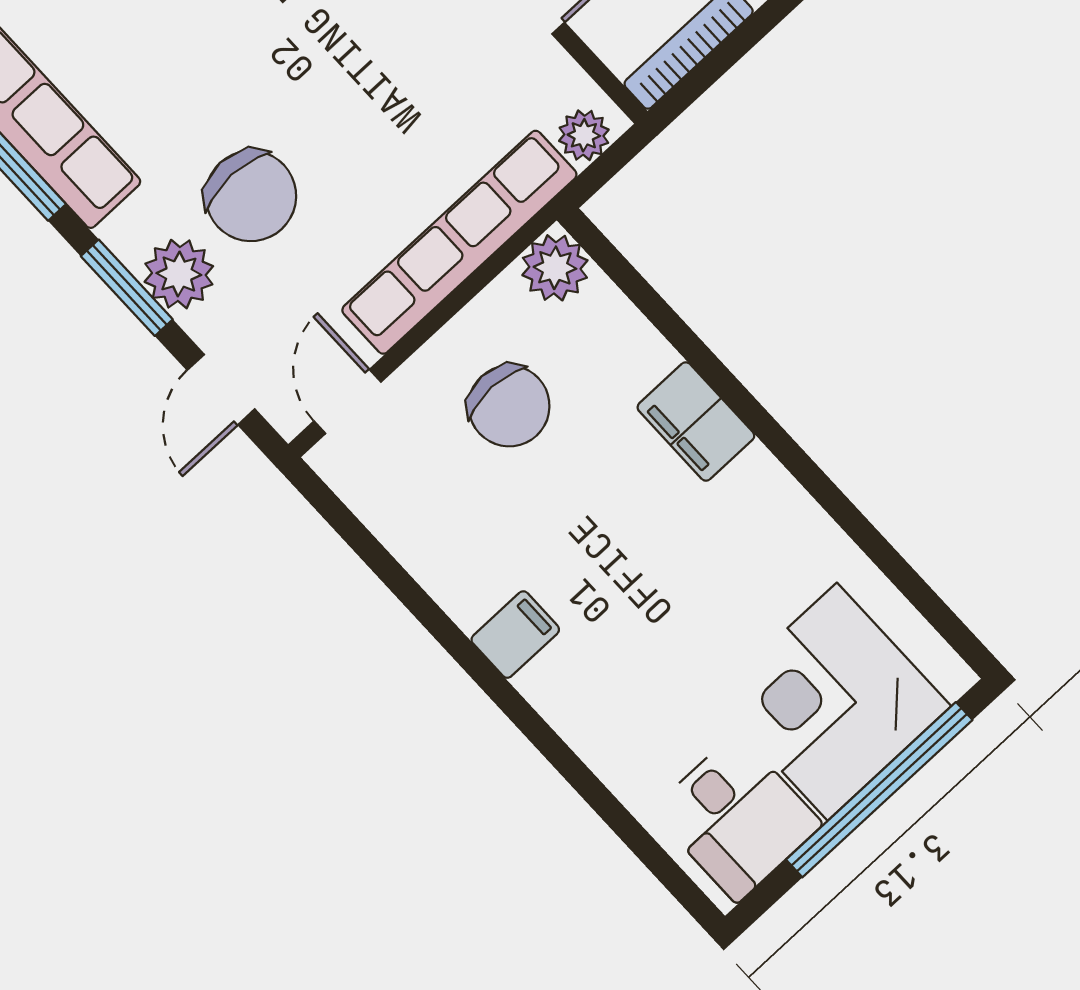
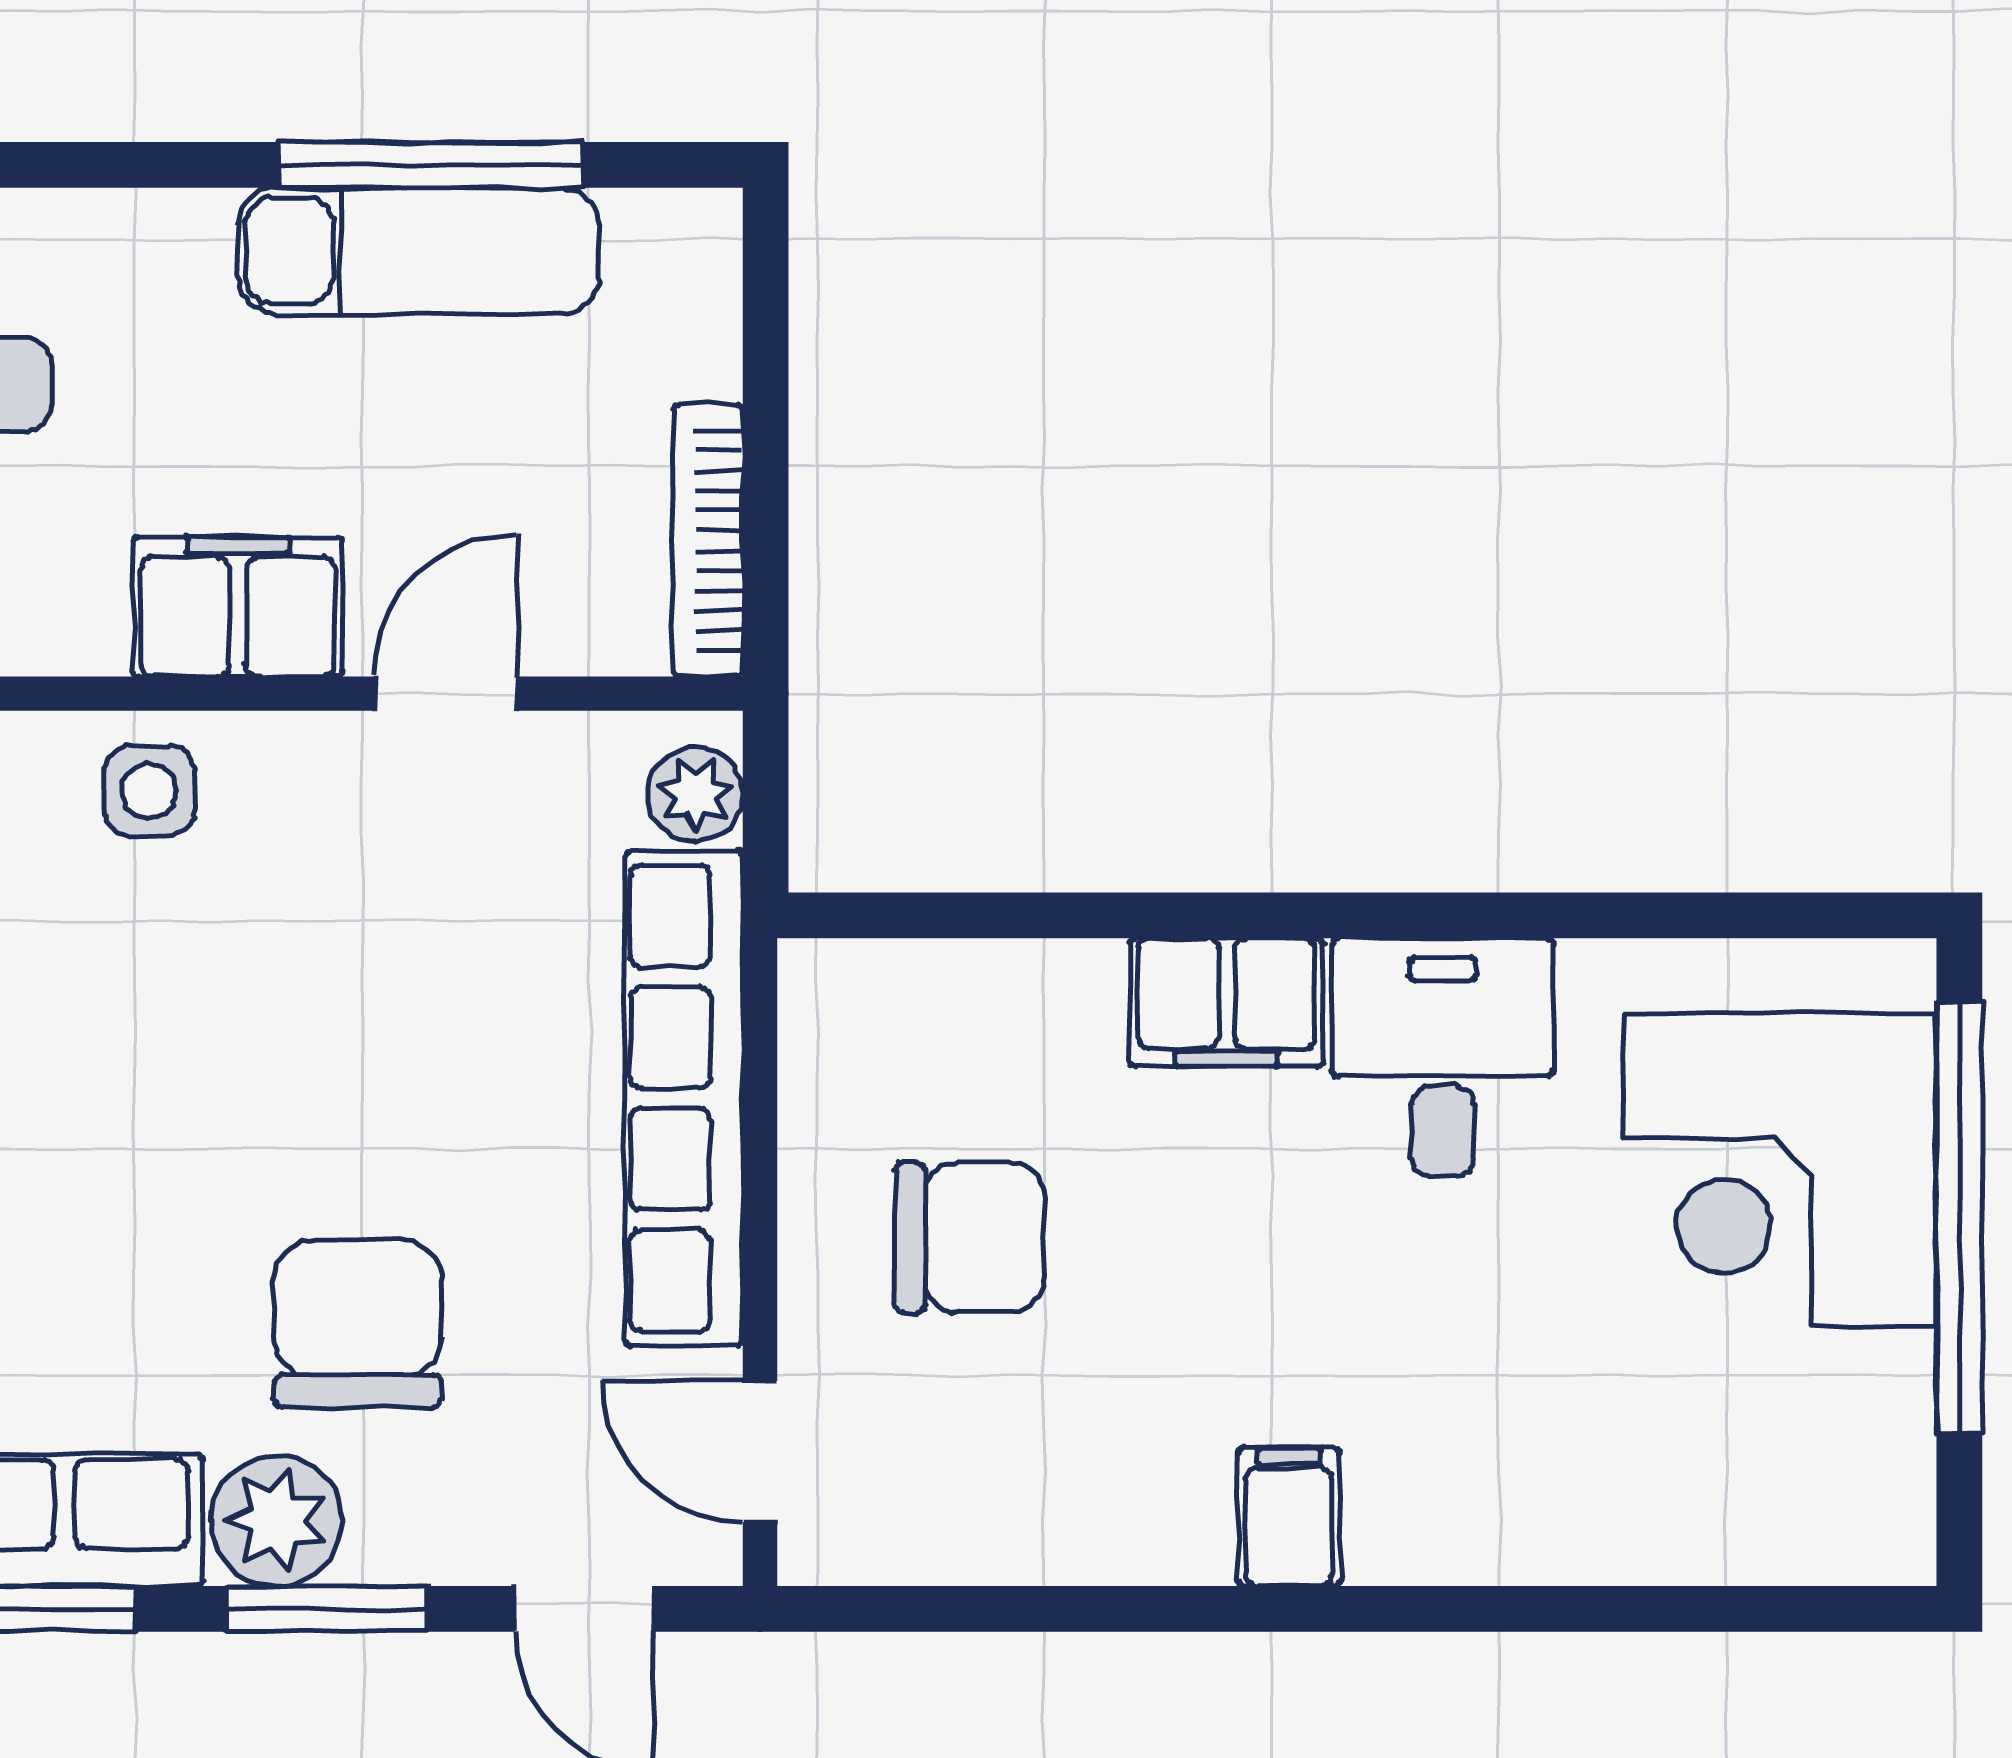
chair: (251, 196) -> (358, 1324), turned -90
plant: (555, 268) -> (839, 1000), removed
plant: (179, 274) -> (277, 1521), moved
desk: (737, 817) -> (1443, 1057), moved, turned -90

